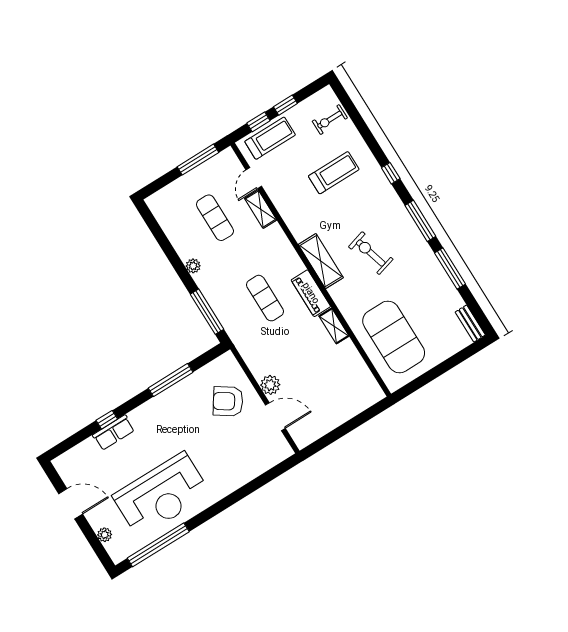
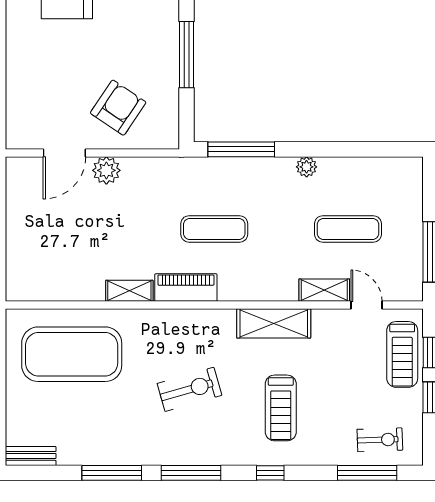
window: (354, 115) -> (367, 473), added
exercise bike: (330, 120) -> (380, 440), turned 88
treadmill: (334, 173) -> (281, 408), moved
shelving: (321, 261) -> (274, 323), moved

